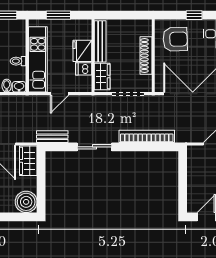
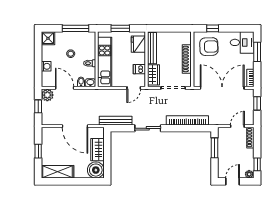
window: (194, 15) -> (213, 28), moved
fridge: (82, 51) -> (138, 44), moved
door: (60, 94) -> (134, 88), moved
bench: (52, 137) -> (116, 121), width x1.36
wardrobe: (28, 161) -> (97, 150), moved
window: (183, 173) -> (215, 148), added

